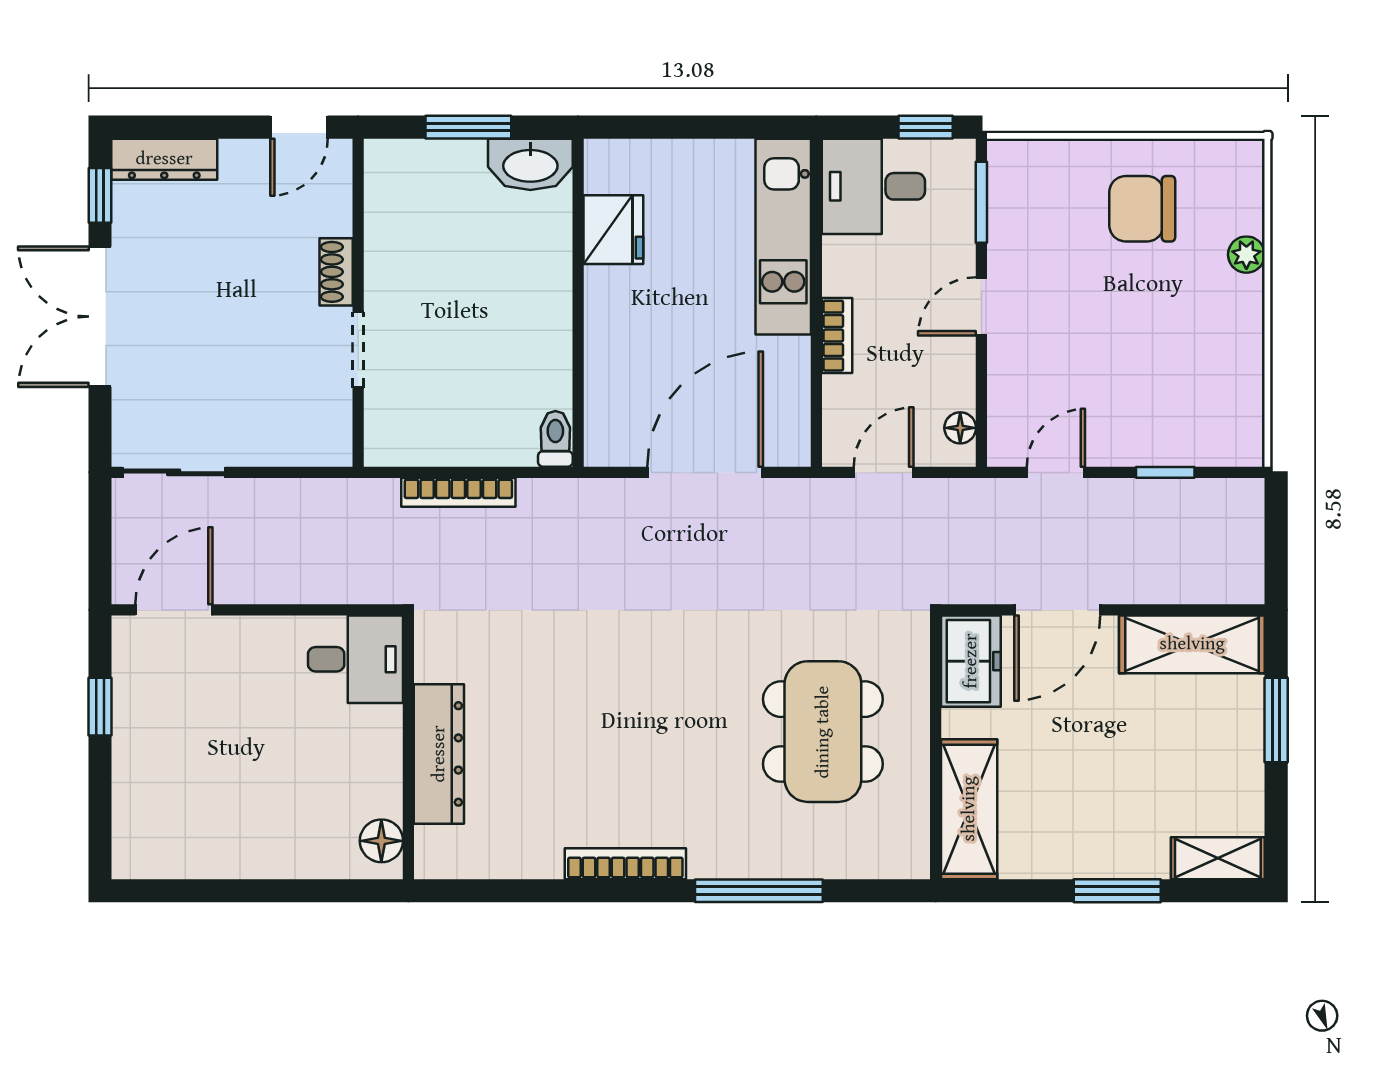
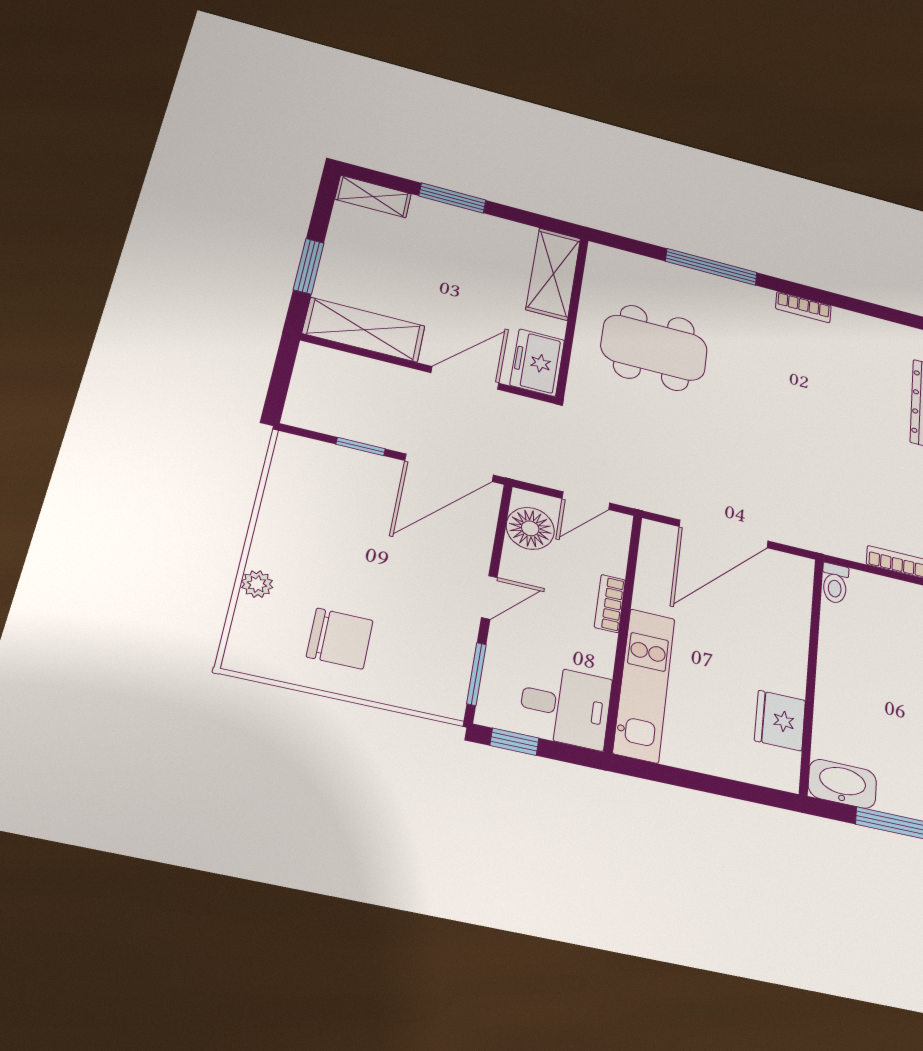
floor lamp: (960, 428) -> (530, 528), width x1.89, depth x1.89
door: (1056, 472) -> (449, 468), width x1.87
dining table: (823, 732) -> (654, 348), turned 90
bookcase: (625, 864) -> (803, 307), width x0.64

